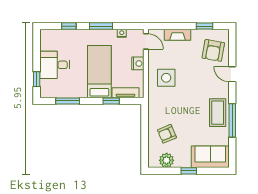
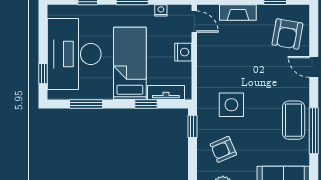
desk: (55, 65) -> (74, 54), width x1.87, depth x1.30
side table: (166, 78) -> (231, 105), moved
window: (145, 117) -> (192, 126), added

